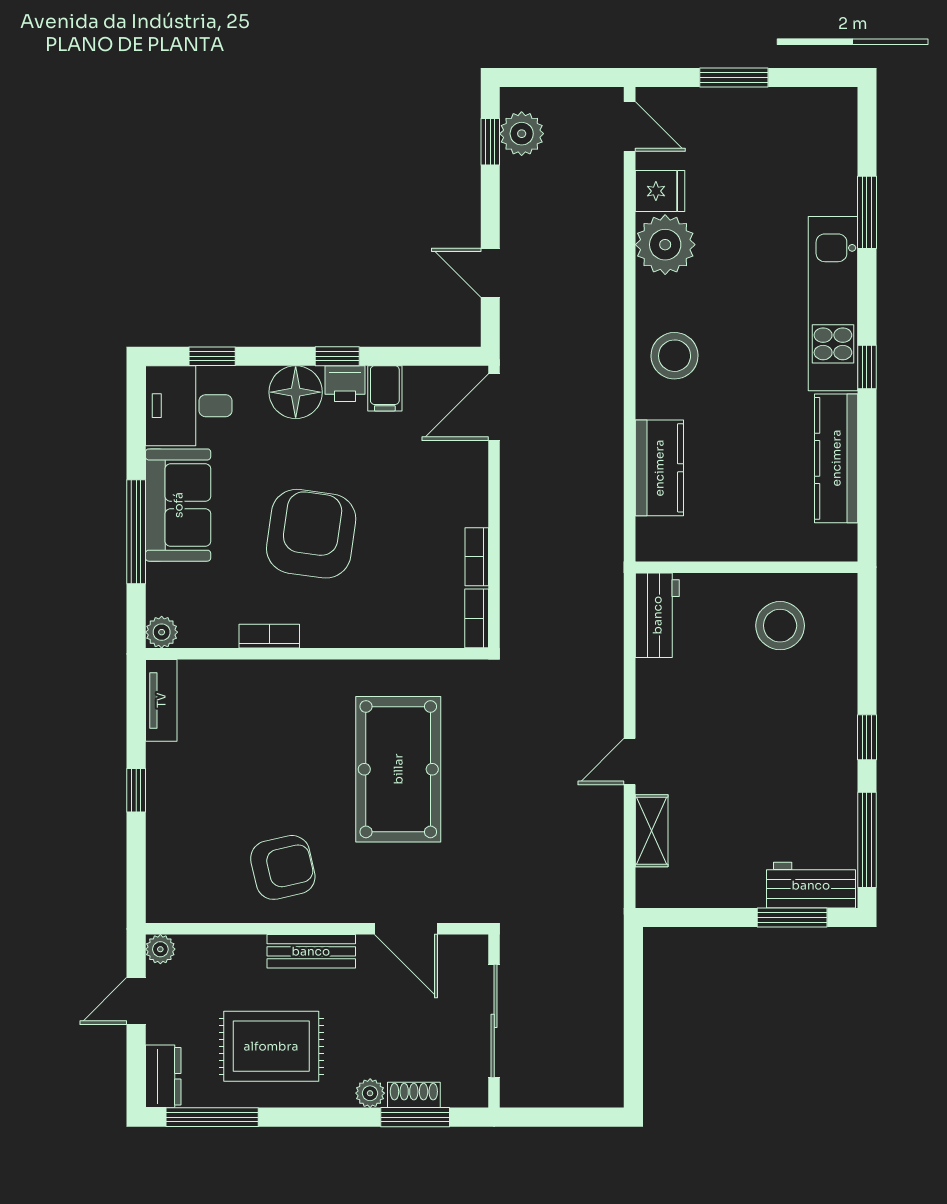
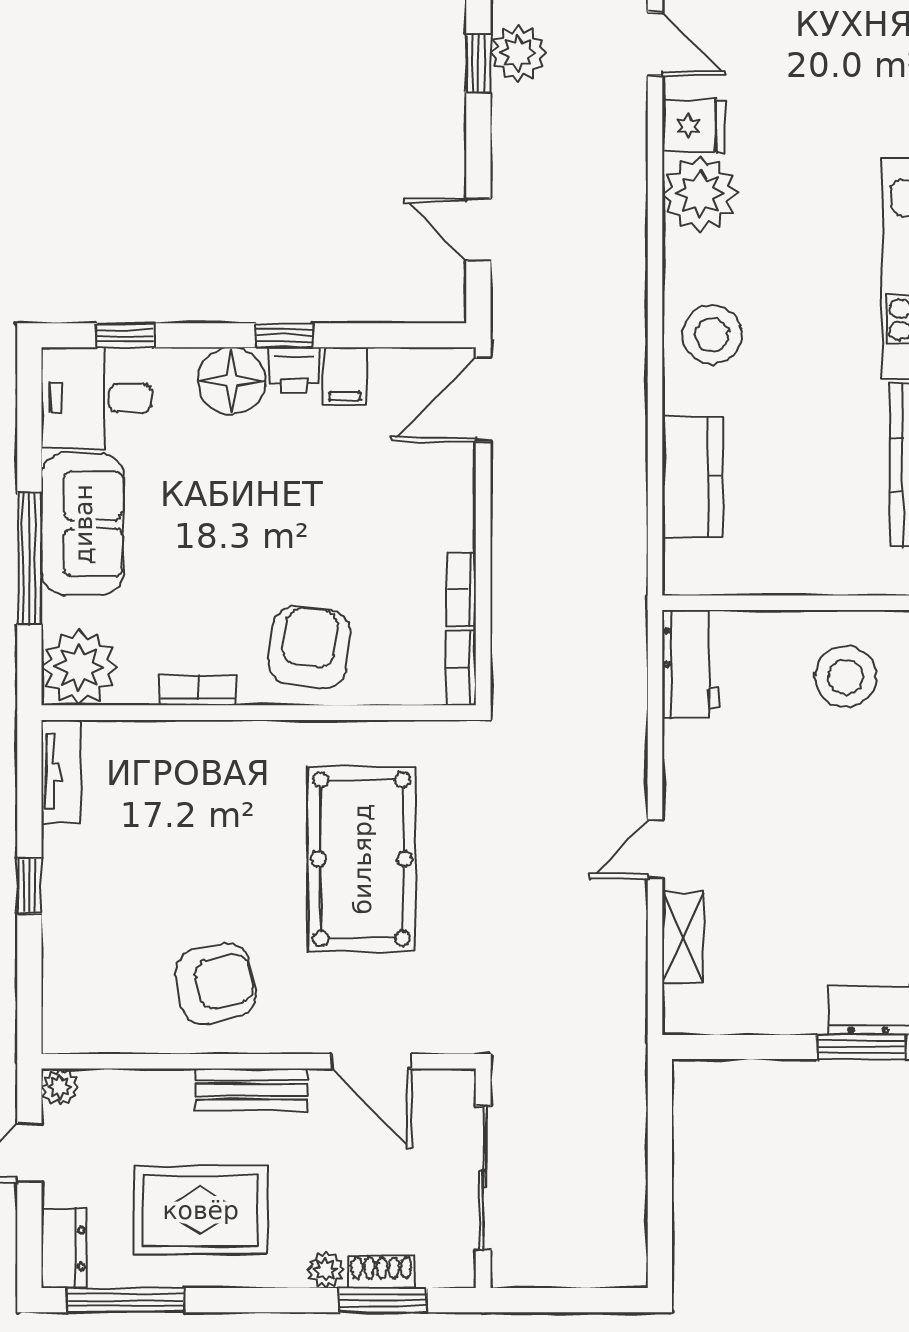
armchair: (311, 534) -> (309, 647), moved, width x0.73, depth x0.73
plant: (162, 632) -> (79, 667), width x1.87, depth x1.87

